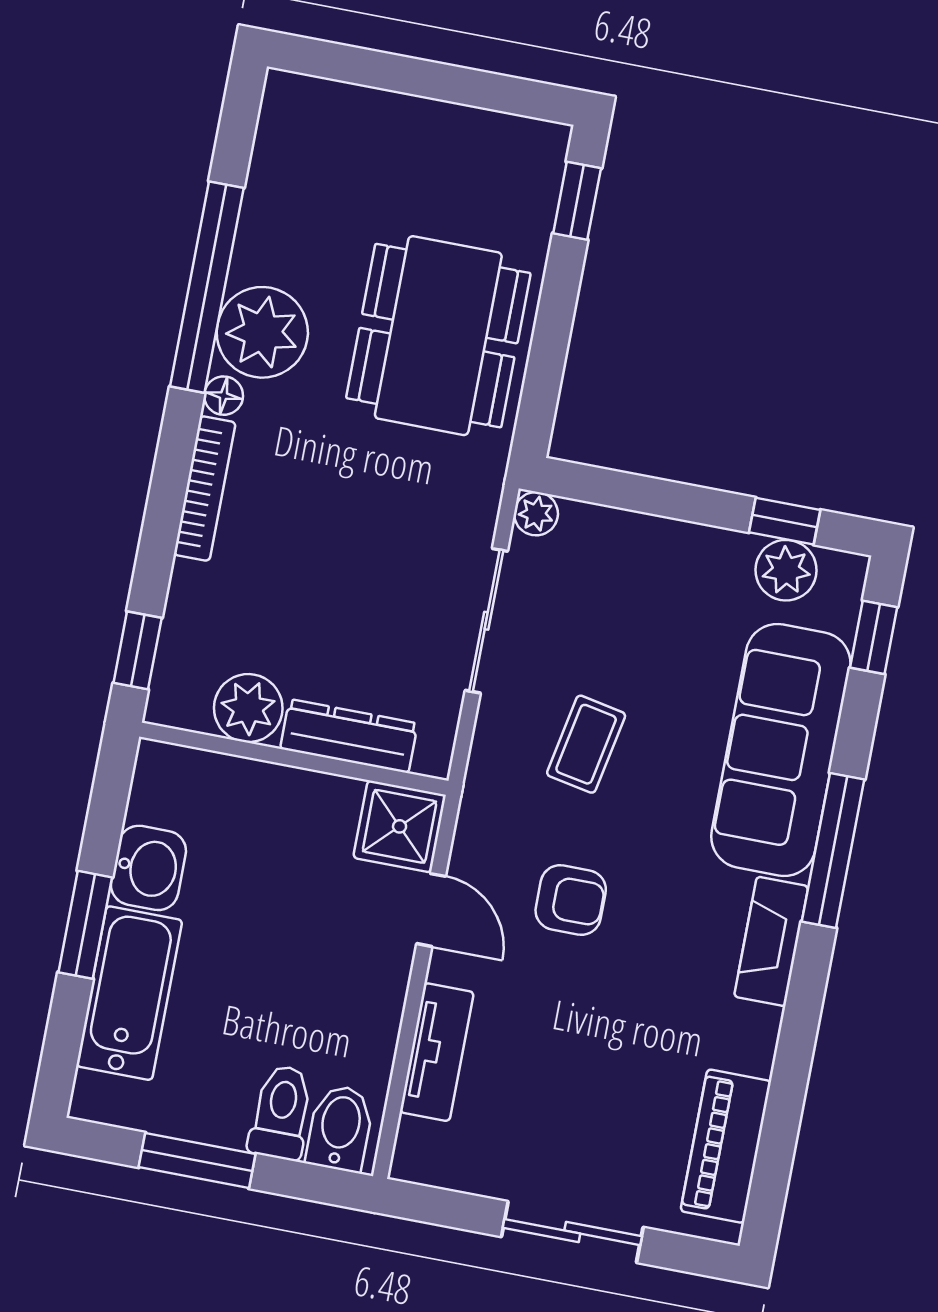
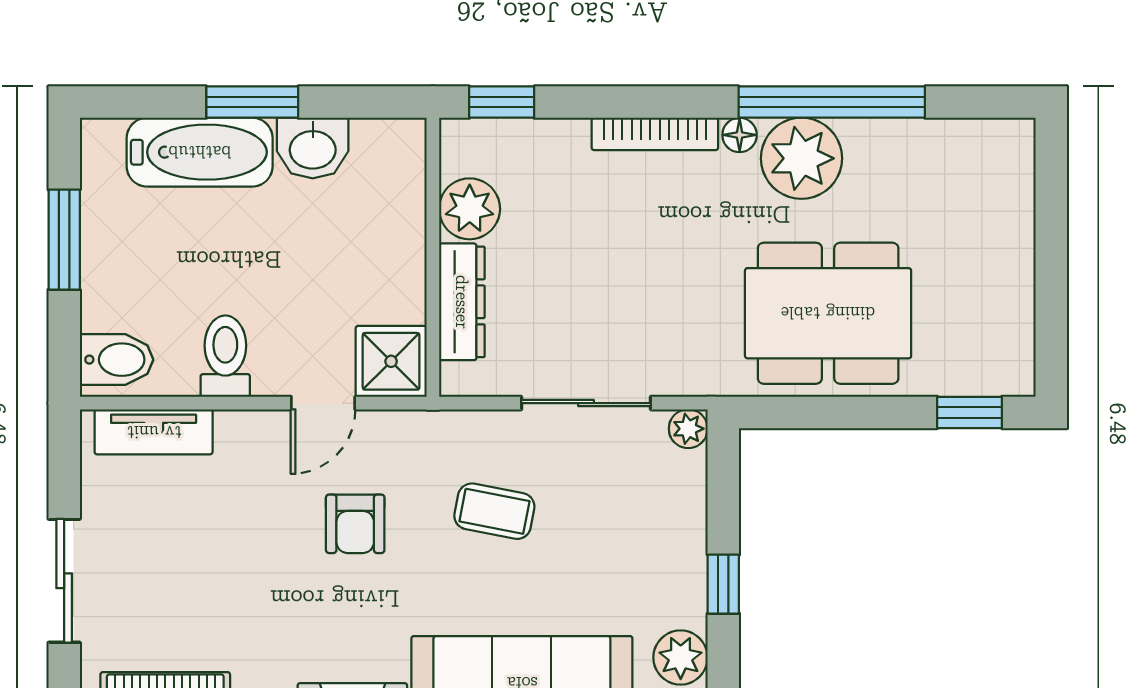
window: (785, 521) -> (723, 584), moved
tv unit: (437, 1052) -> (154, 432), moved
toilet: (281, 1112) -> (225, 356), moved, turned -90

